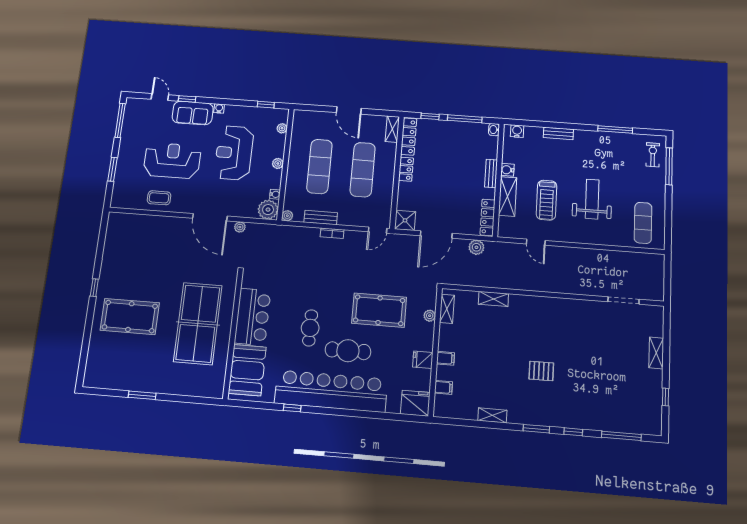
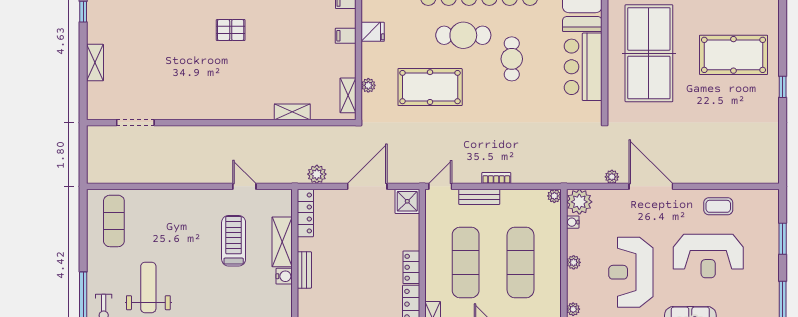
reception desk: (234, 153) -> (631, 272), turned 180
weight bench: (592, 199) -> (148, 287), moved, turned 180
bench: (321, 217) -> (479, 197), moved

